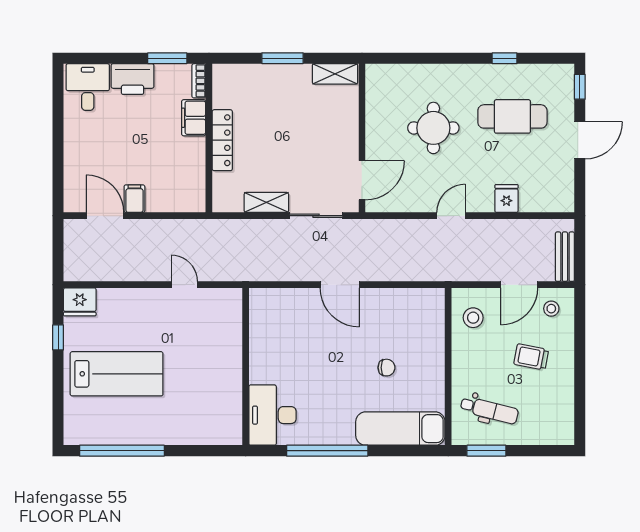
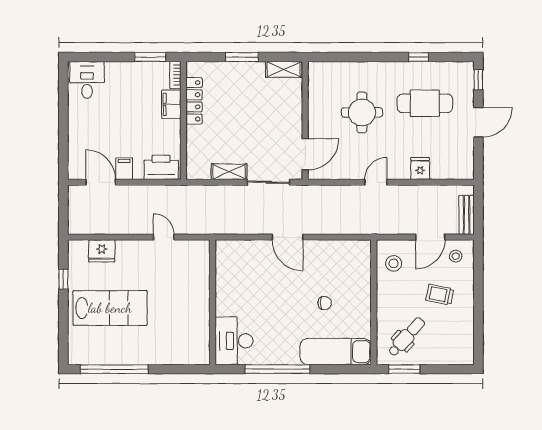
printer: (133, 79) -> (161, 167), moved, turned 180
locker: (222, 140) -> (194, 101), moved
fridge: (80, 302) -> (102, 251), moved
dental chair: (489, 410) -> (406, 337), turned -62

